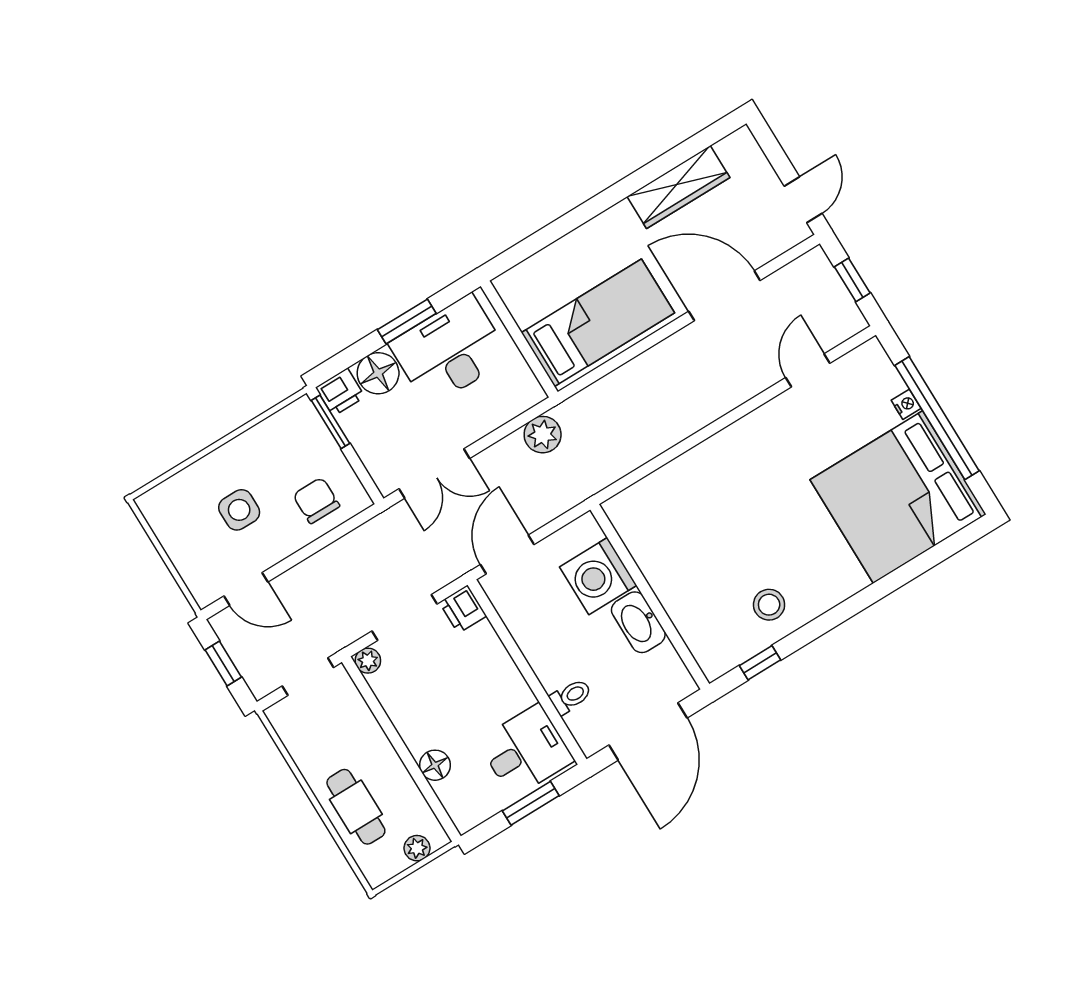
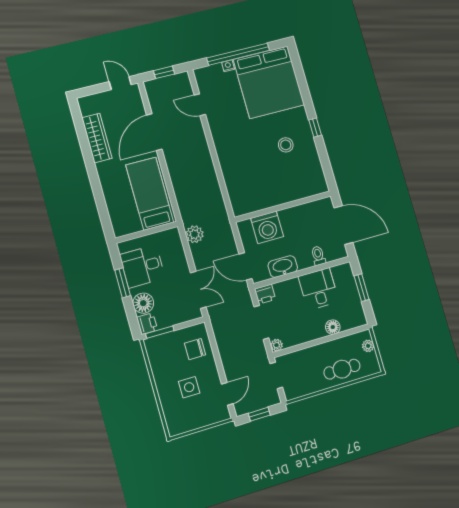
desk: (450, 351) -> (142, 266), width x0.73
stool: (769, 605) -> (286, 145), moved
washbasin: (638, 622) -> (283, 267), moved, turned 180
window: (760, 663) -> (315, 128), moved
desk: (526, 751) -> (318, 289), moved

